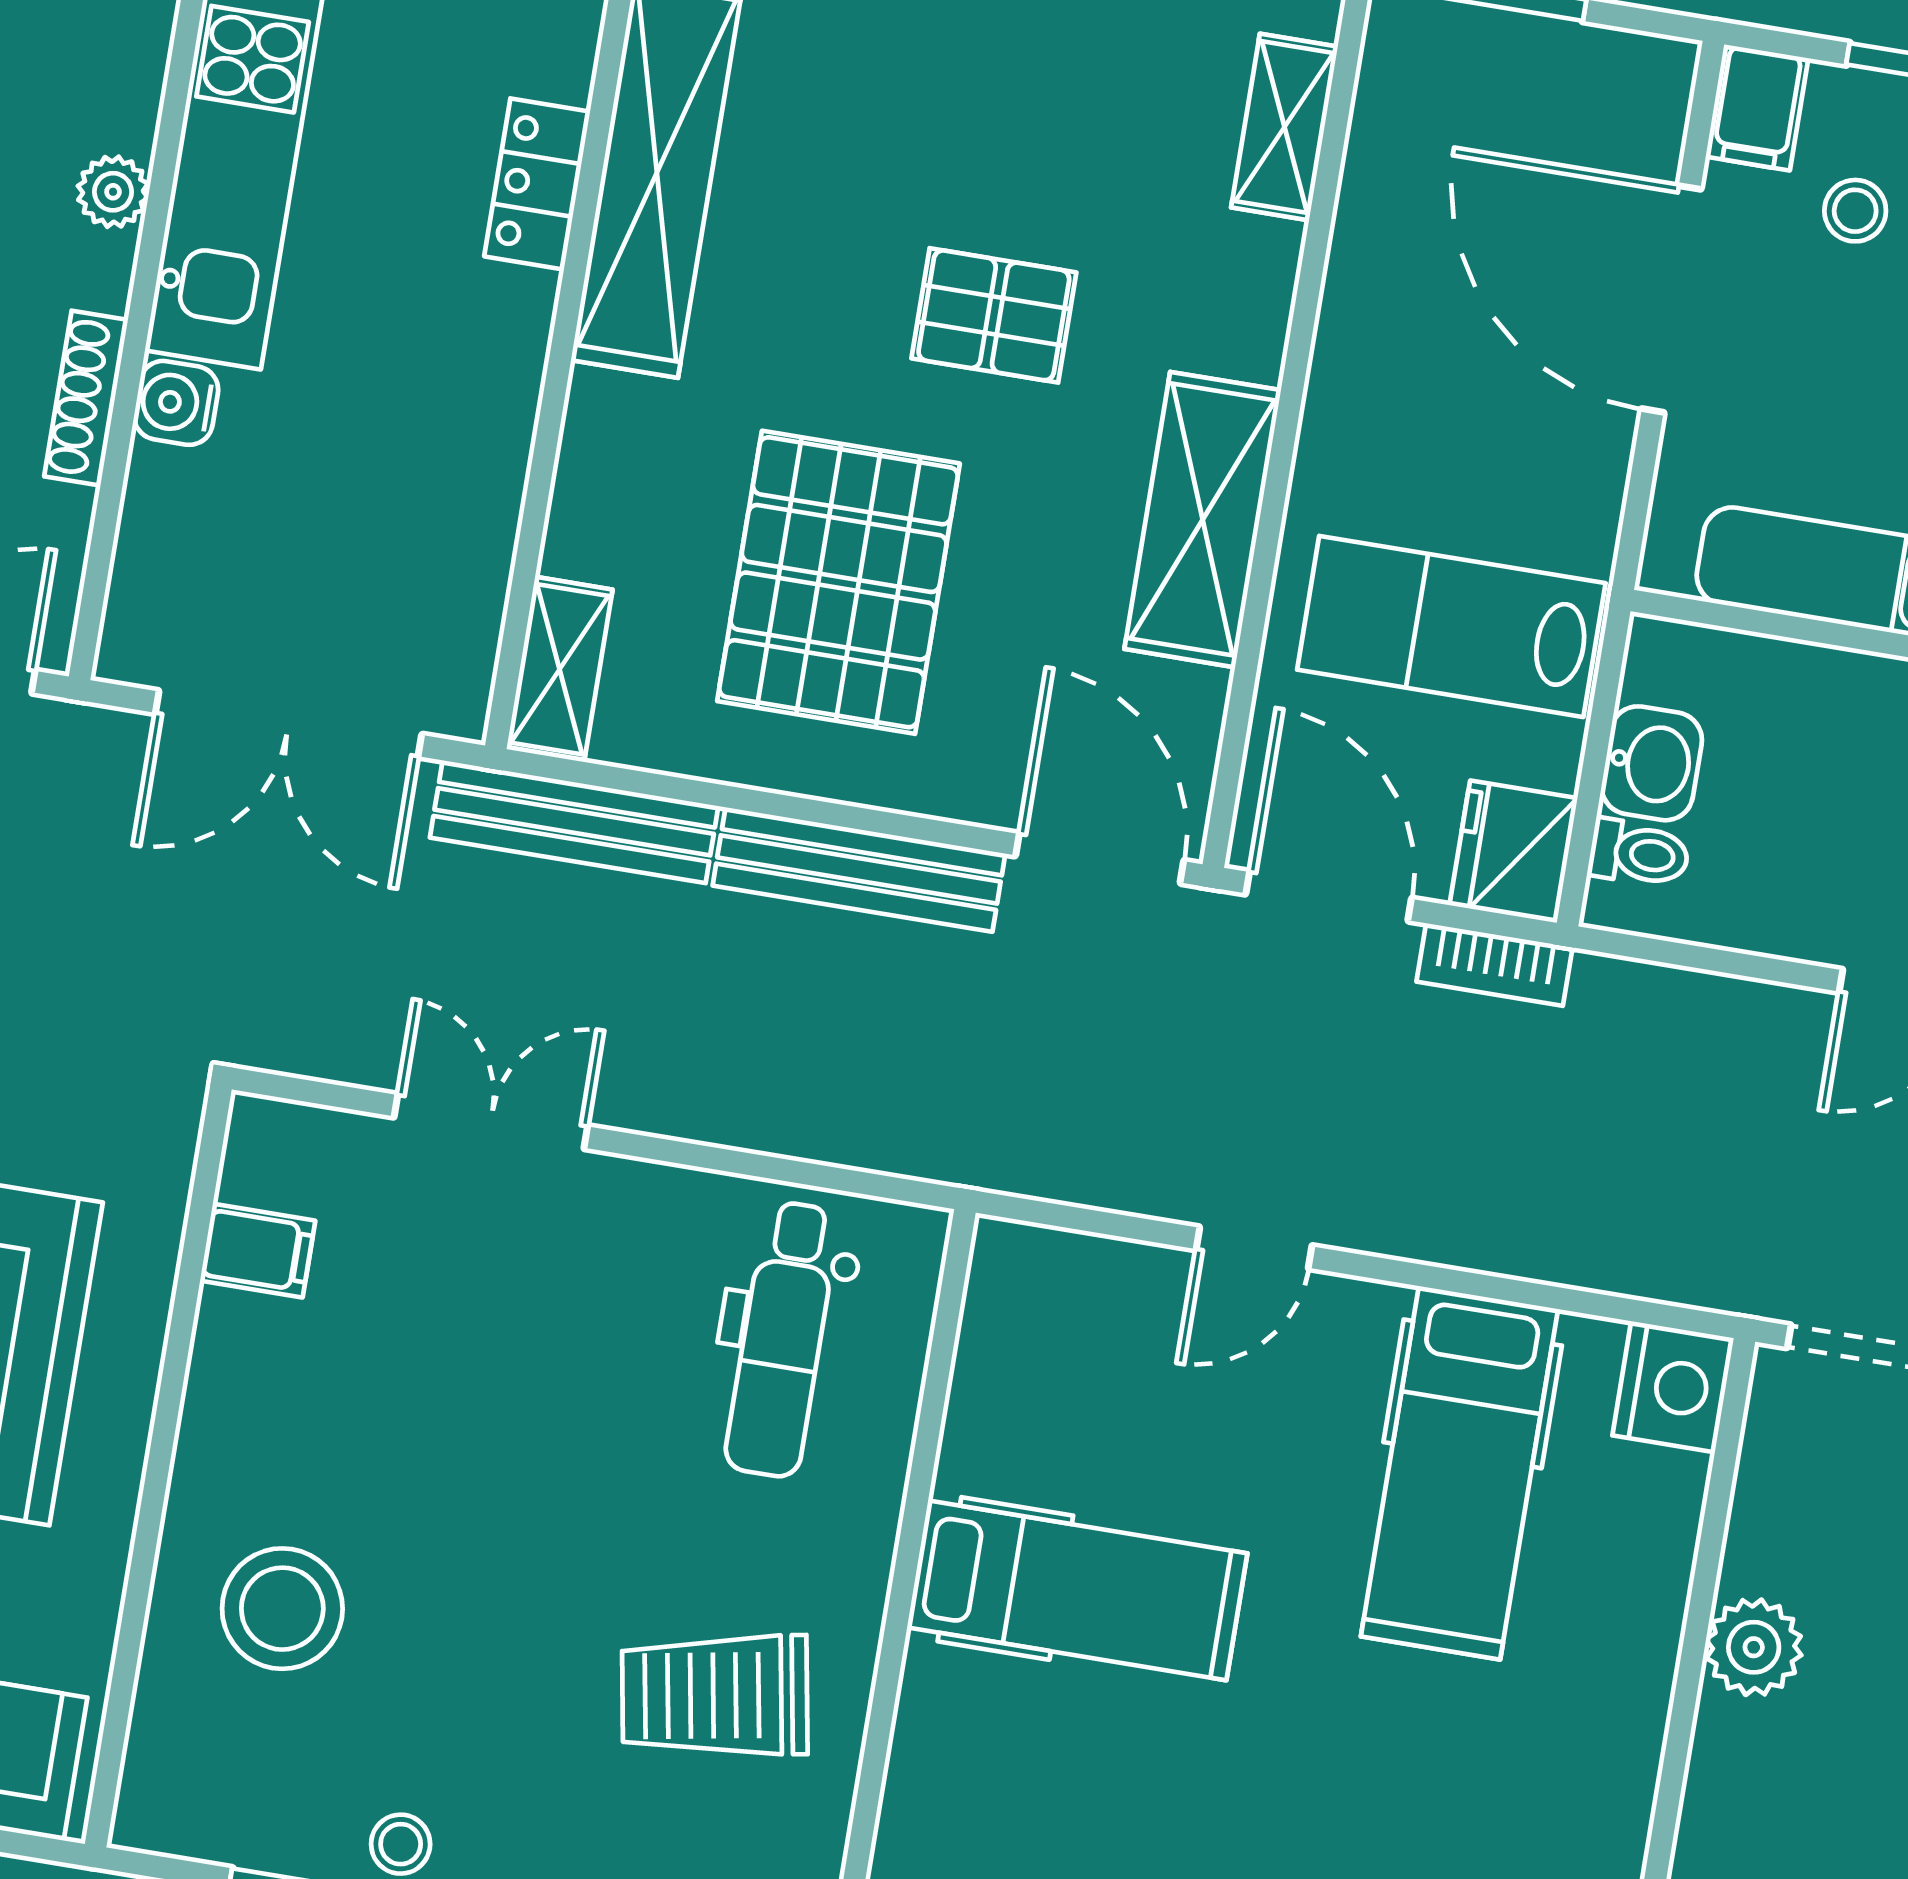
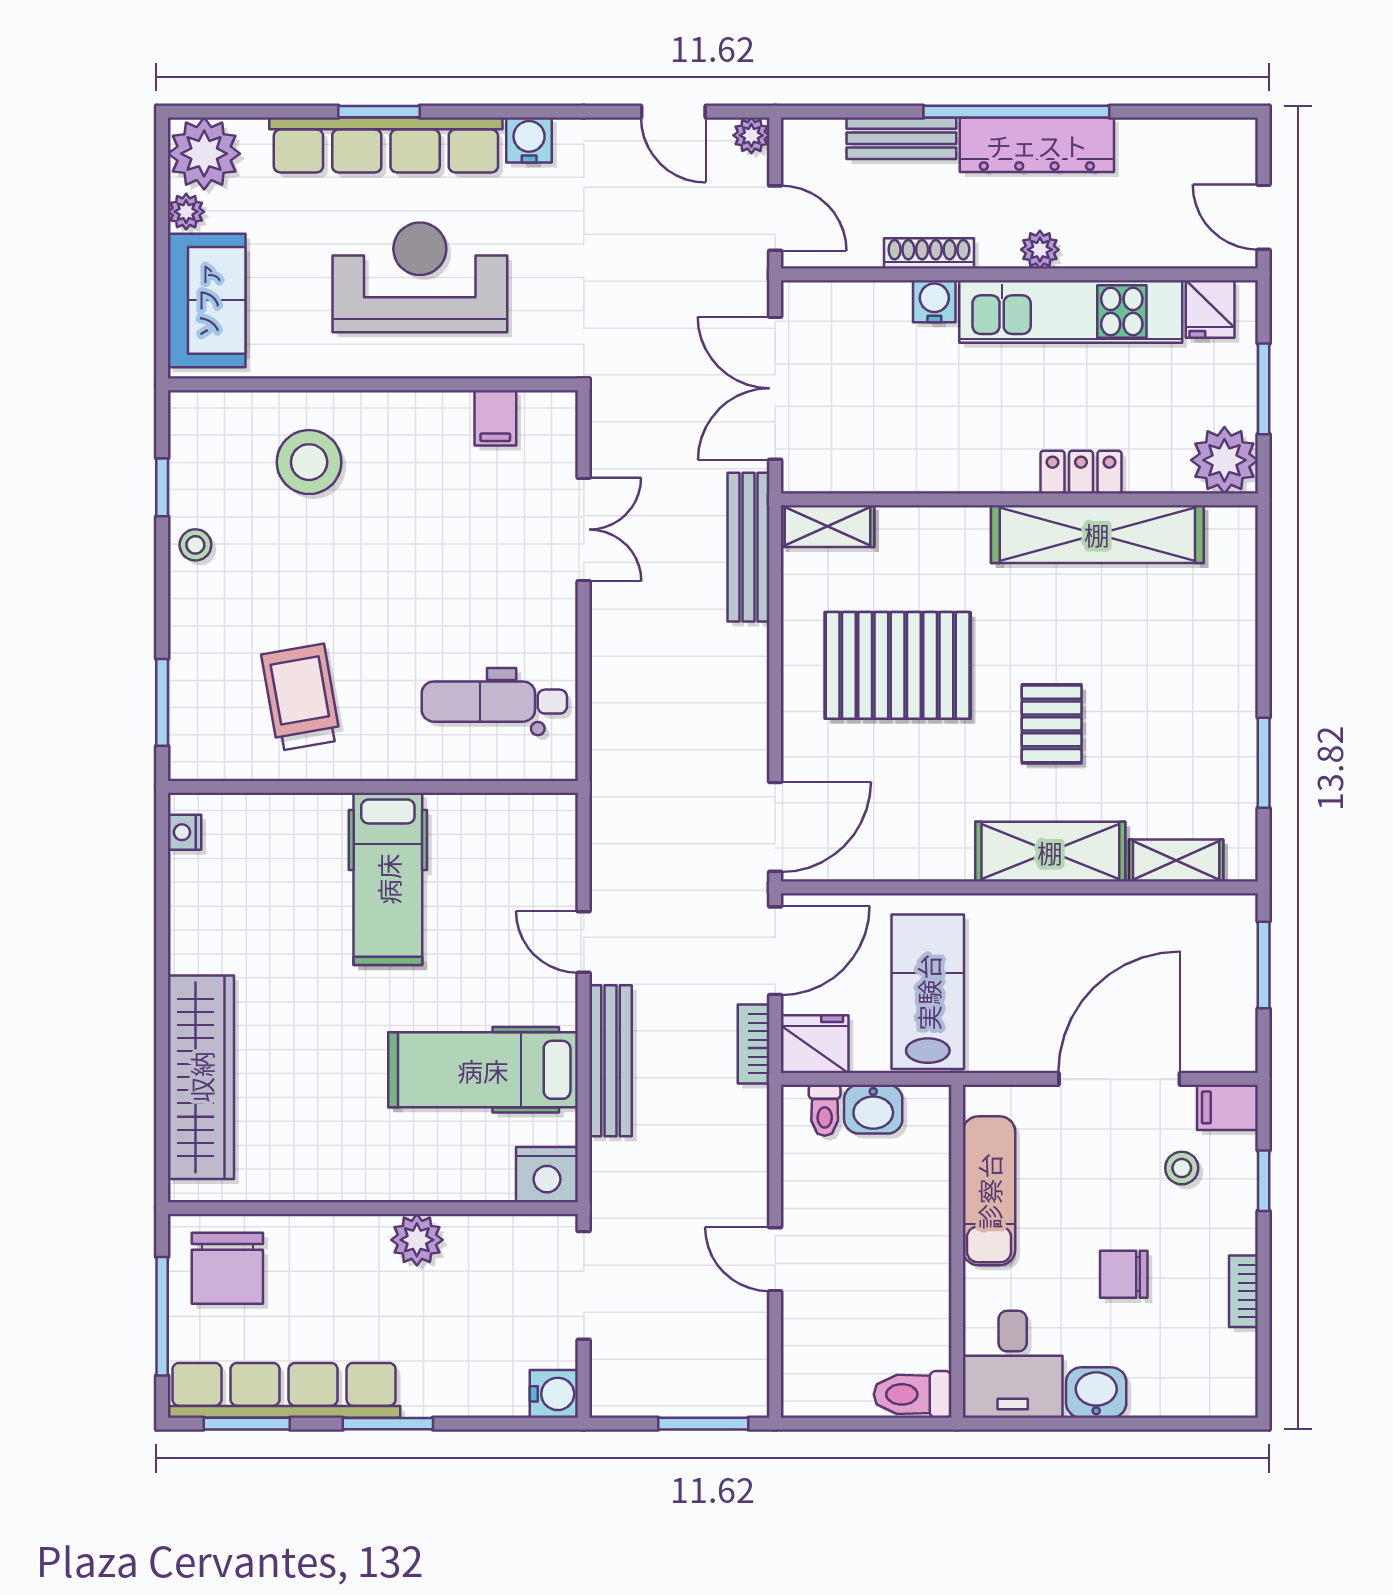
shelving: (1203, 520) -> (1050, 852), moved
bench: (859, 870) -> (611, 1061), moved

